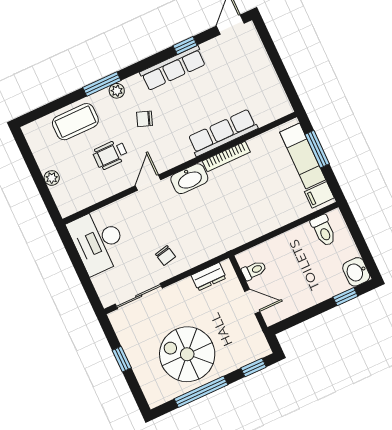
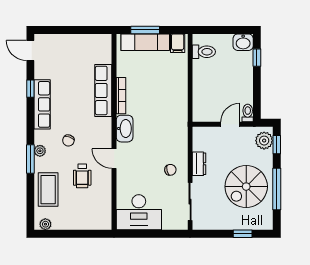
plant: (52, 178) -> (45, 224), moved
toilet: (254, 270) -> (248, 113), moved
dresser: (209, 277) -> (199, 164), moved
plant: (251, 350) -> (264, 141), added
window: (122, 359) -> (243, 234), moved

